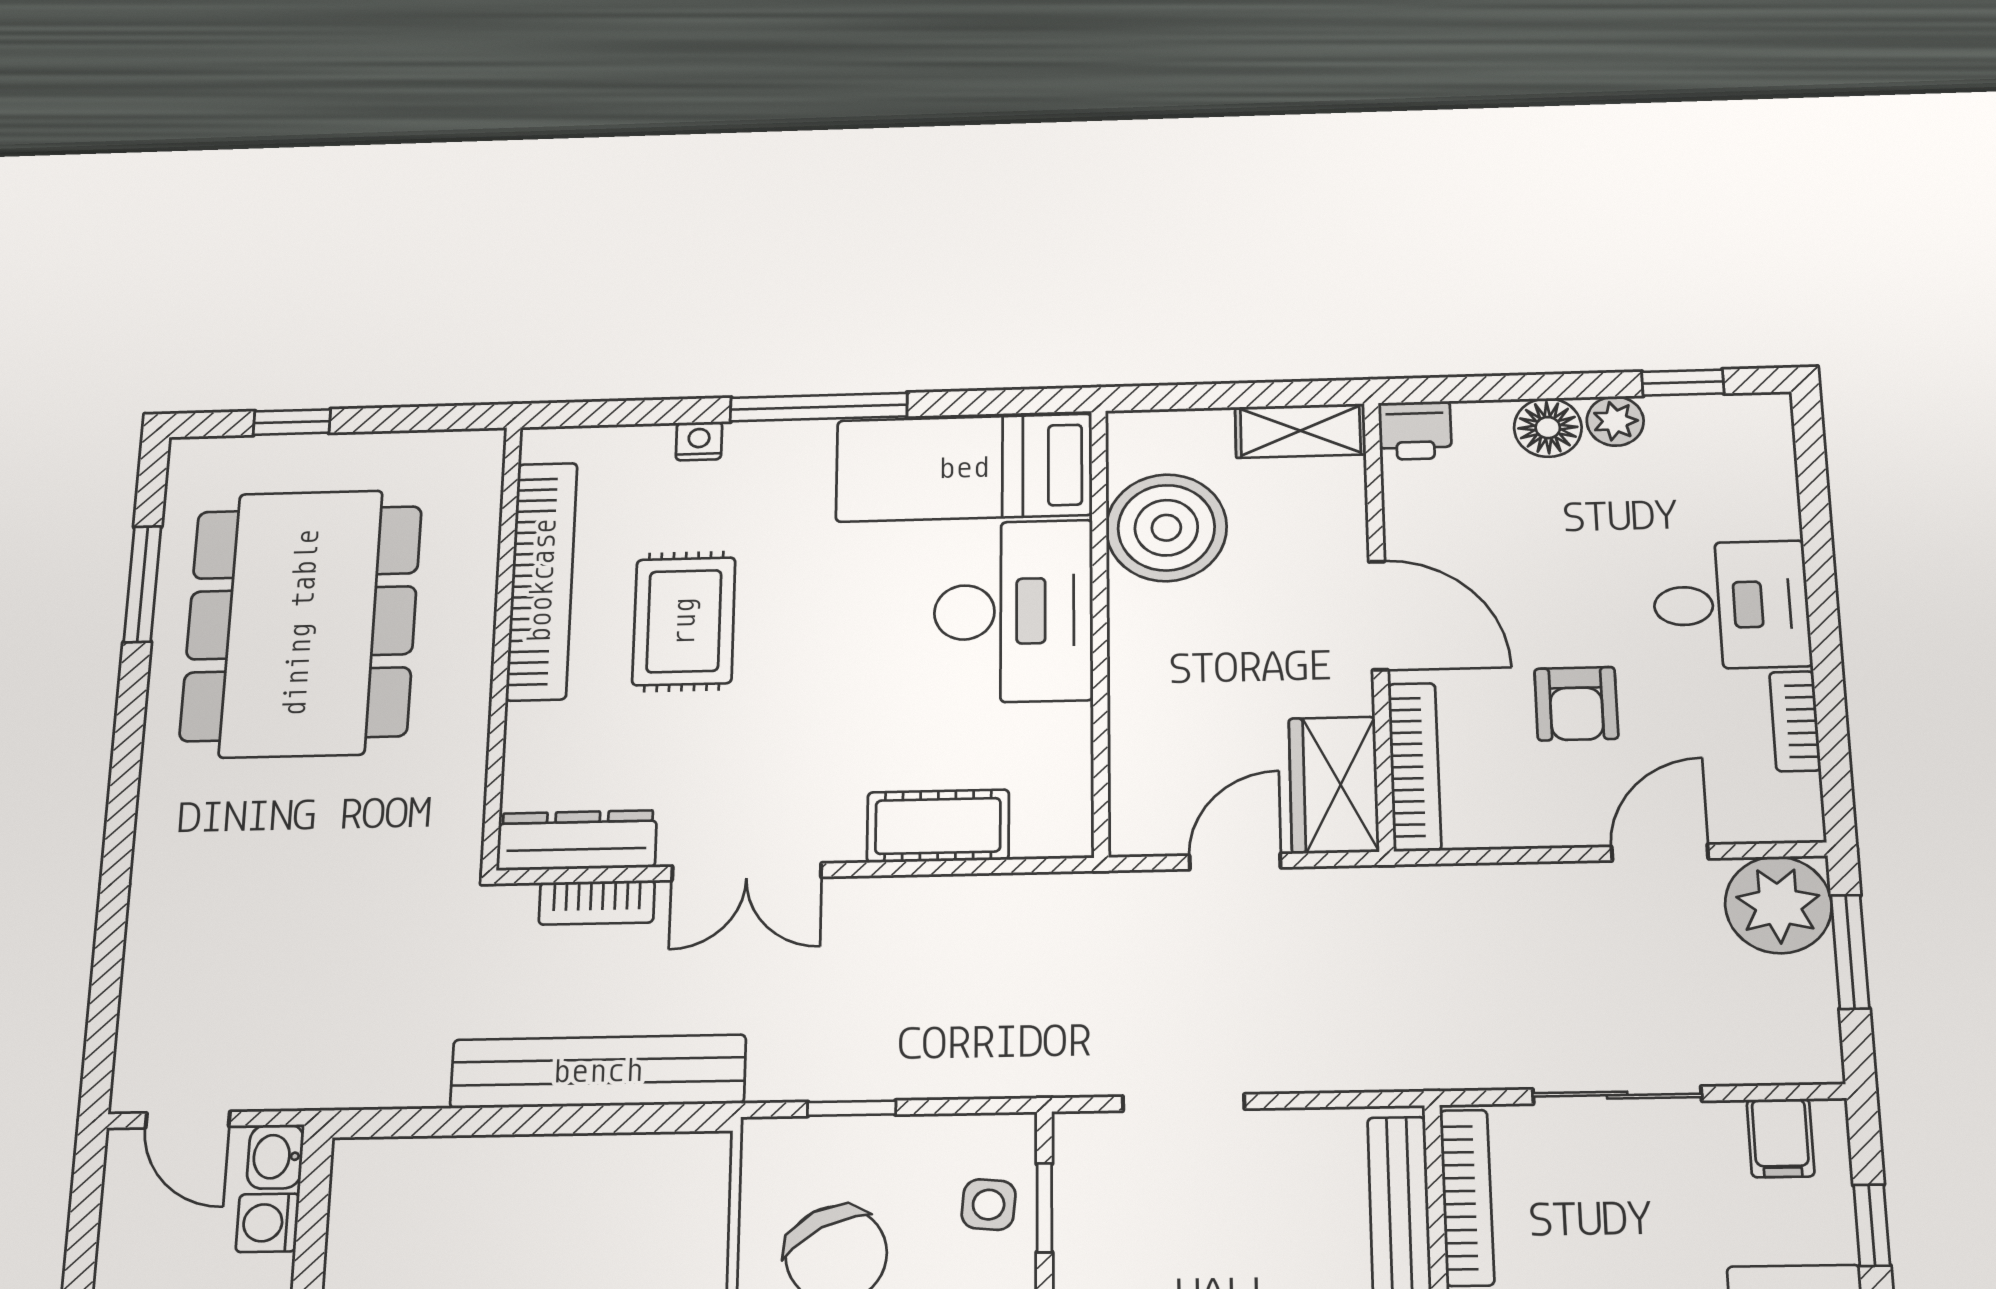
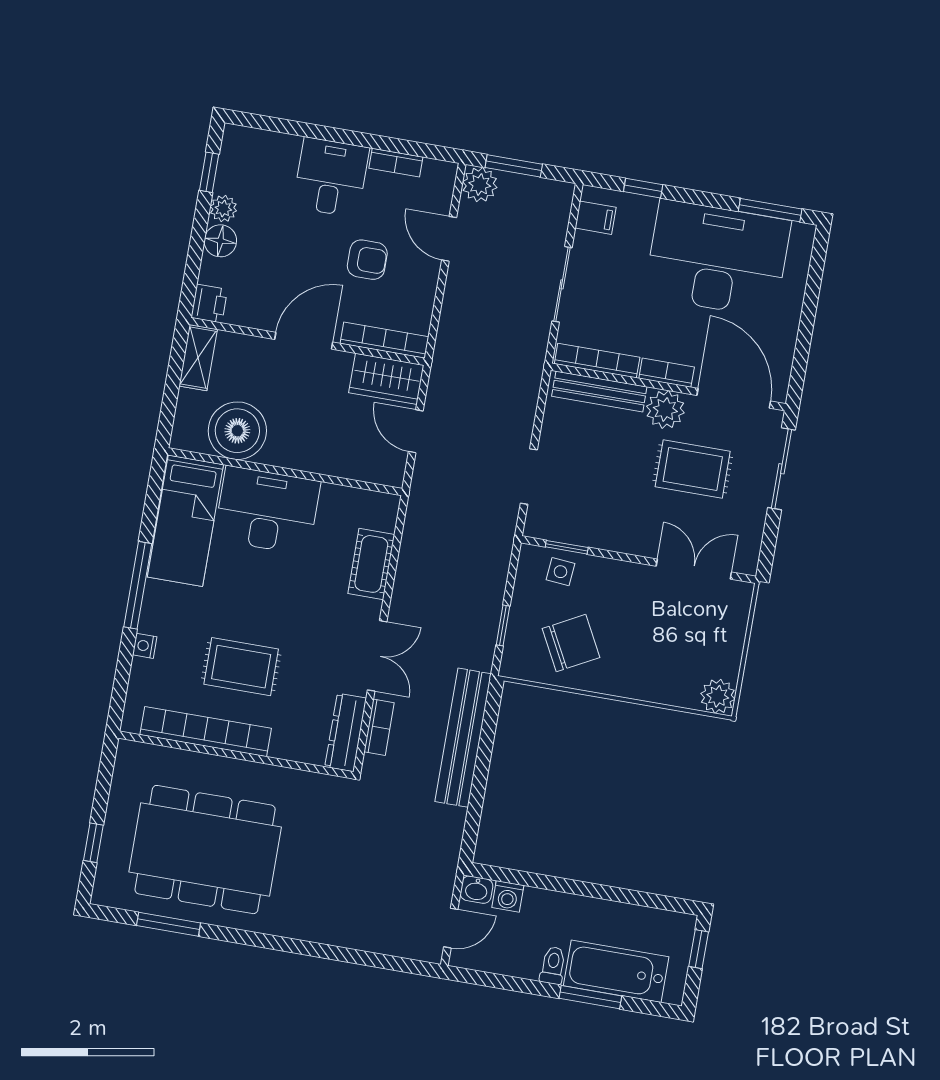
plant: (1778, 905) -> (480, 185), width x0.73, depth x0.73

